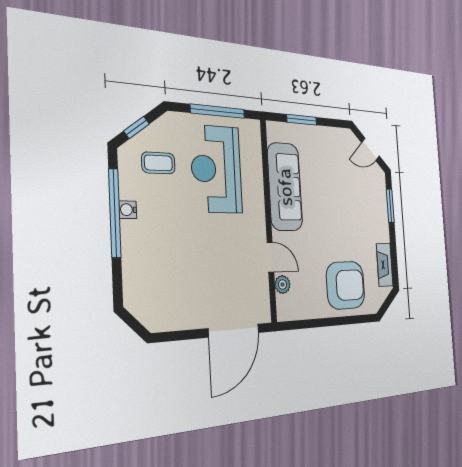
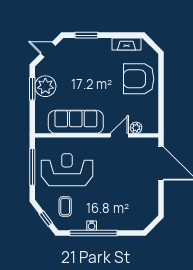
window: (302, 120) -> (32, 89), moved
plant: (327, 142) -> (45, 86), added
door: (370, 149) -> (48, 50), swing flipped
reception desk: (216, 169) -> (67, 170), turned 180
armchair: (346, 285) -> (139, 79), turned -90

